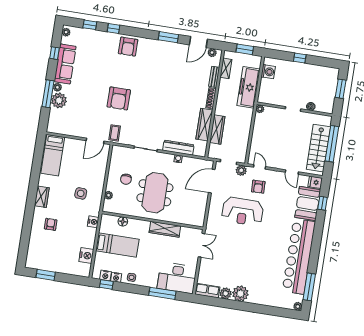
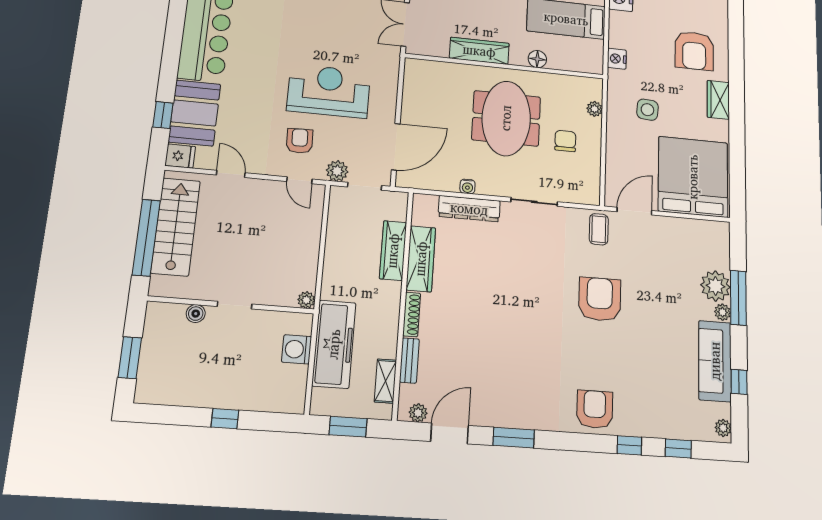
washing machine: (268, 72) -> (297, 349), moved
bed: (53, 155) -> (693, 177), width x2.04
floor lamp: (123, 221) -> (537, 59), moved
armchair: (51, 224) -> (694, 51), width x1.88, depth x1.88

